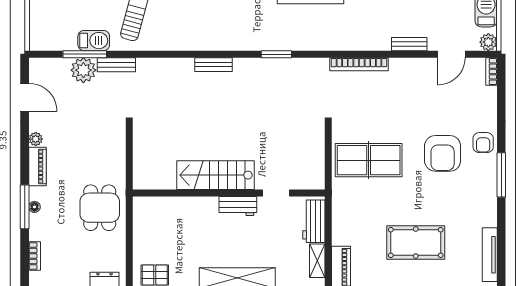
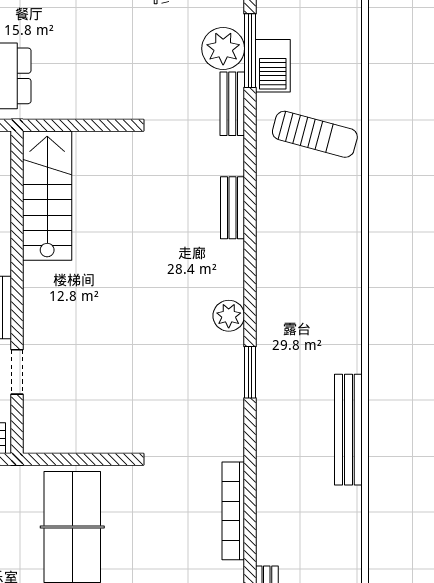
bench: (213, 65) -> (232, 208), moved
plant: (243, 67) -> (229, 316), added
stairs: (216, 175) -> (47, 196), moved

